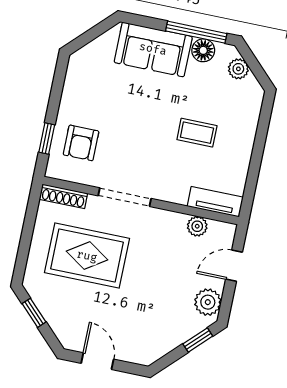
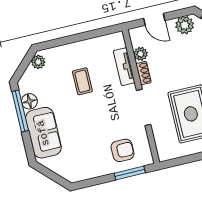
plant: (238, 69) -> (38, 62), moved
window: (47, 138) -> (130, 173), width x1.50
shoe rack: (63, 196) -> (144, 73), moved, width x0.70
tv unit: (215, 202) -> (124, 67), moved

